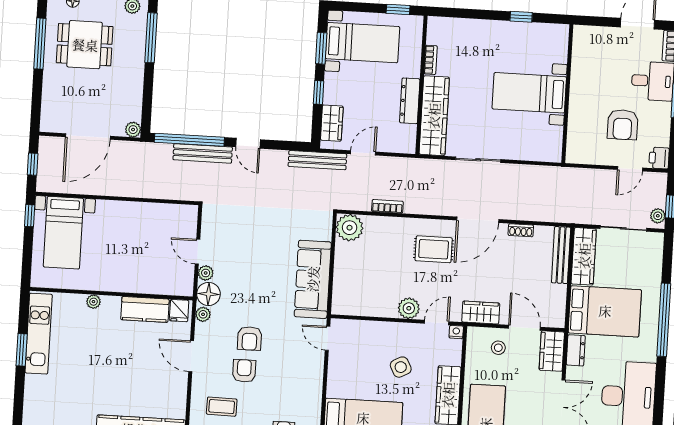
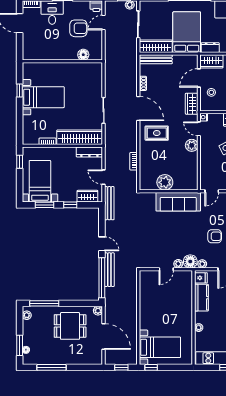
dining table: (85, 45) -> (70, 326), moved, turned 90
bed with nightstands: (529, 93) -> (43, 97), moved, turned -90
dresser: (410, 101) -> (89, 152), moved
floor lamp: (577, 130) -> (83, 55), added
door: (248, 143) -> (102, 244), hinge flipped
door: (630, 169) -> (104, 23), swing flipped
plant: (350, 228) -> (165, 182), moved
rug: (434, 249) -> (157, 133), turned 90

